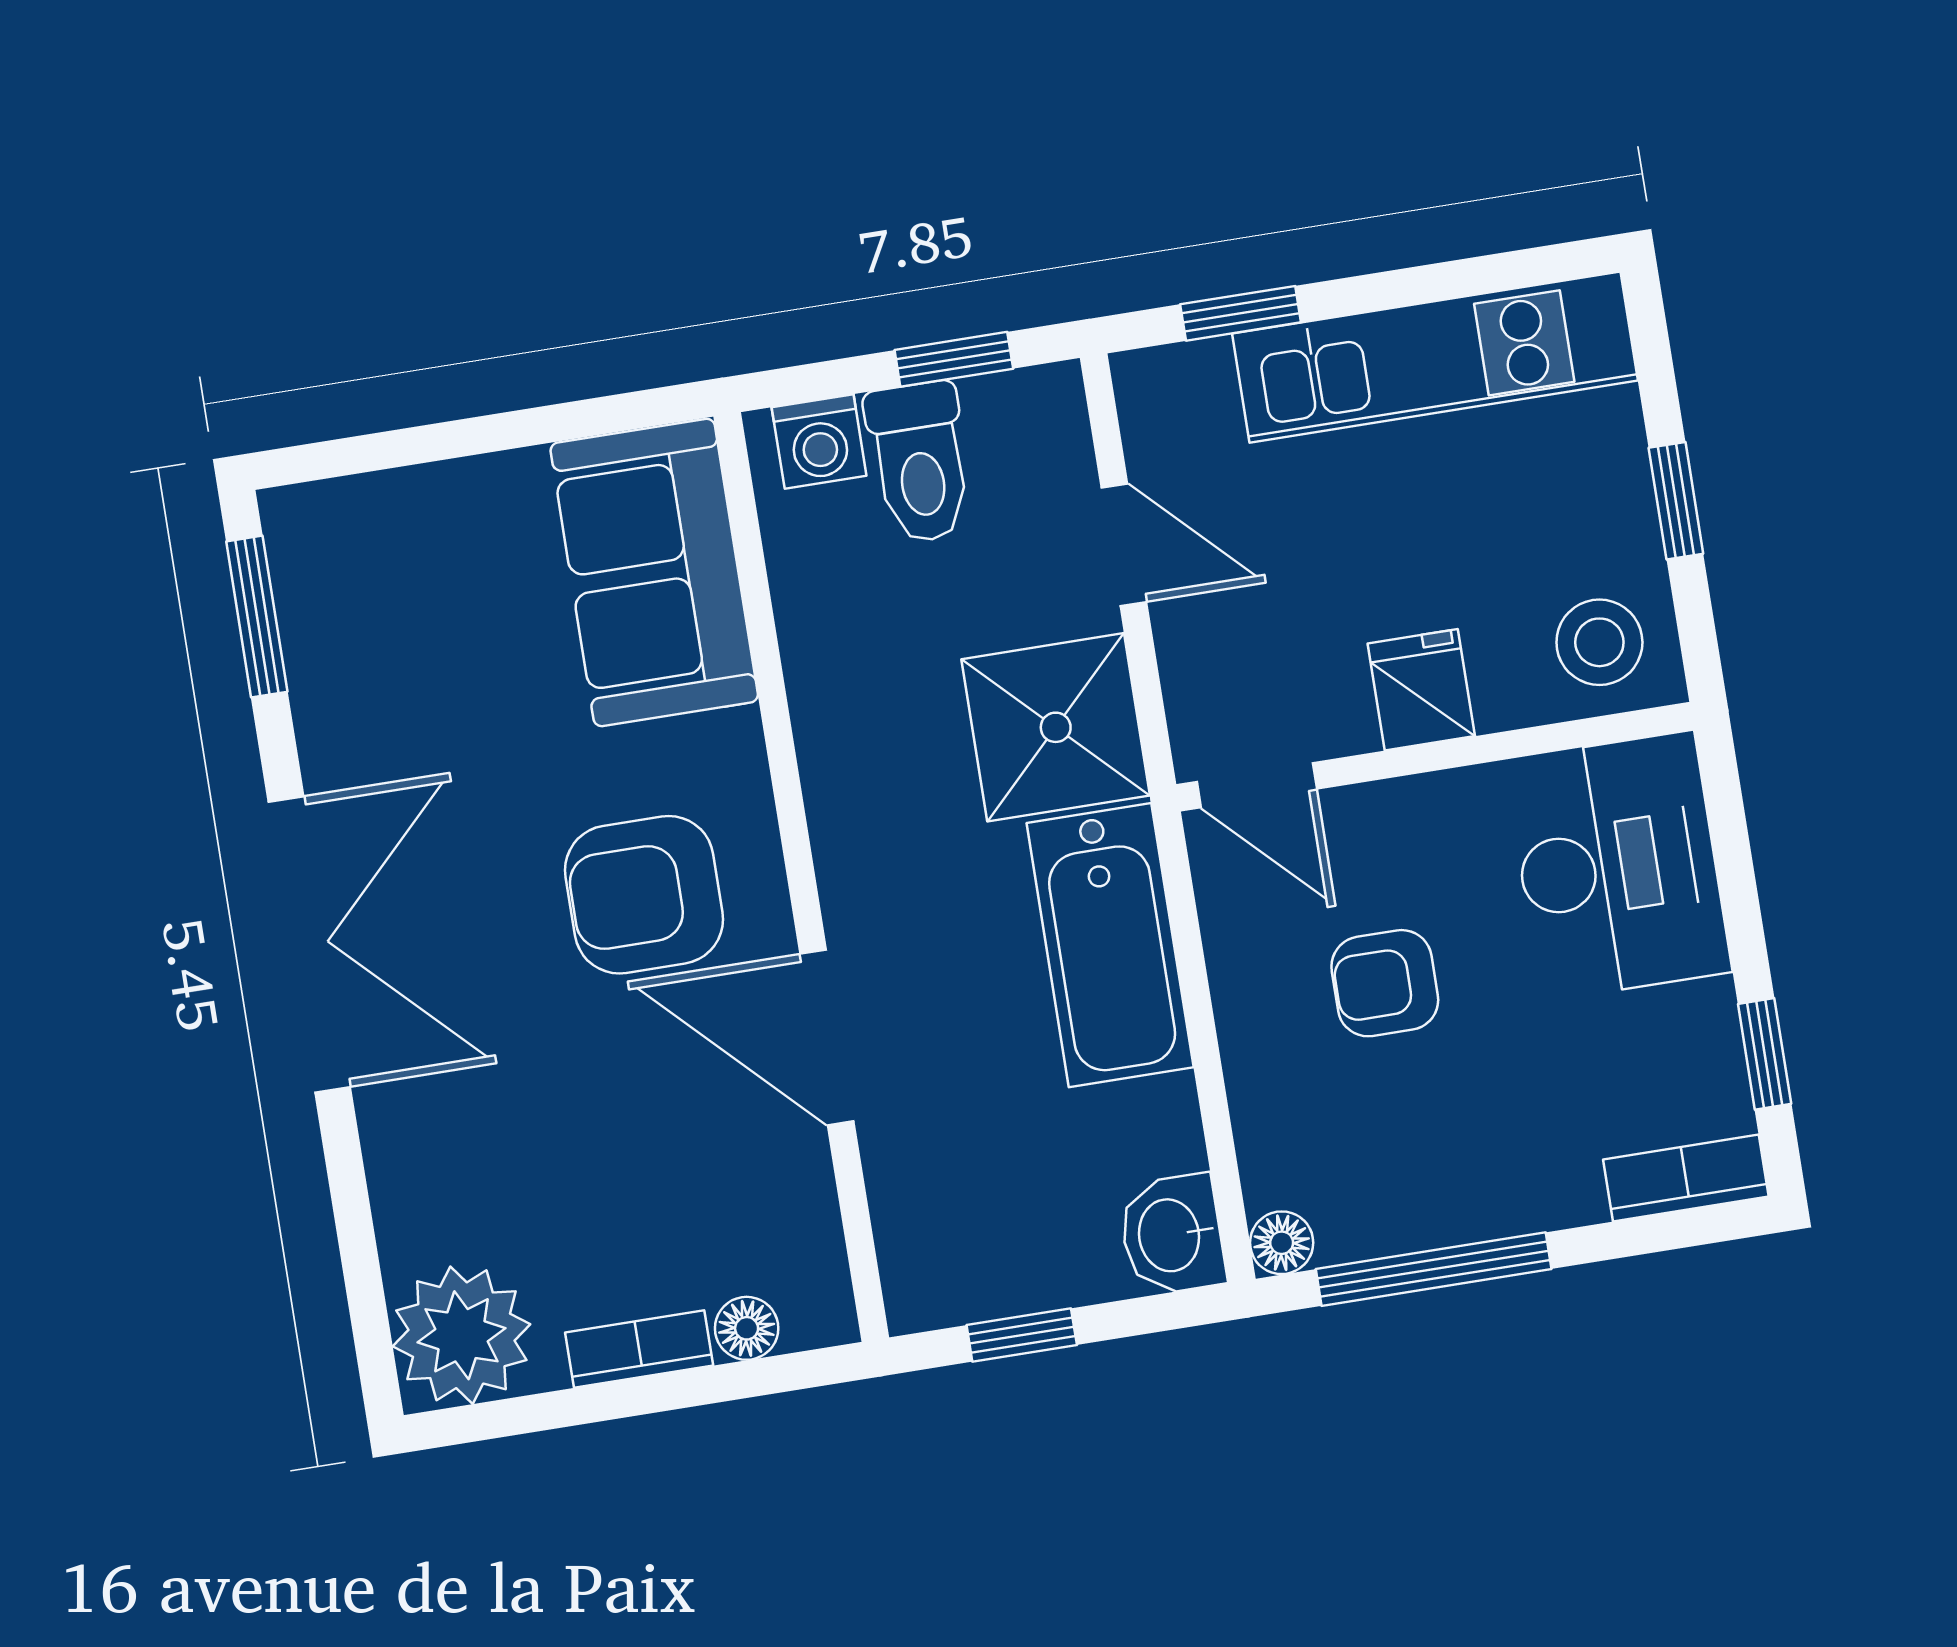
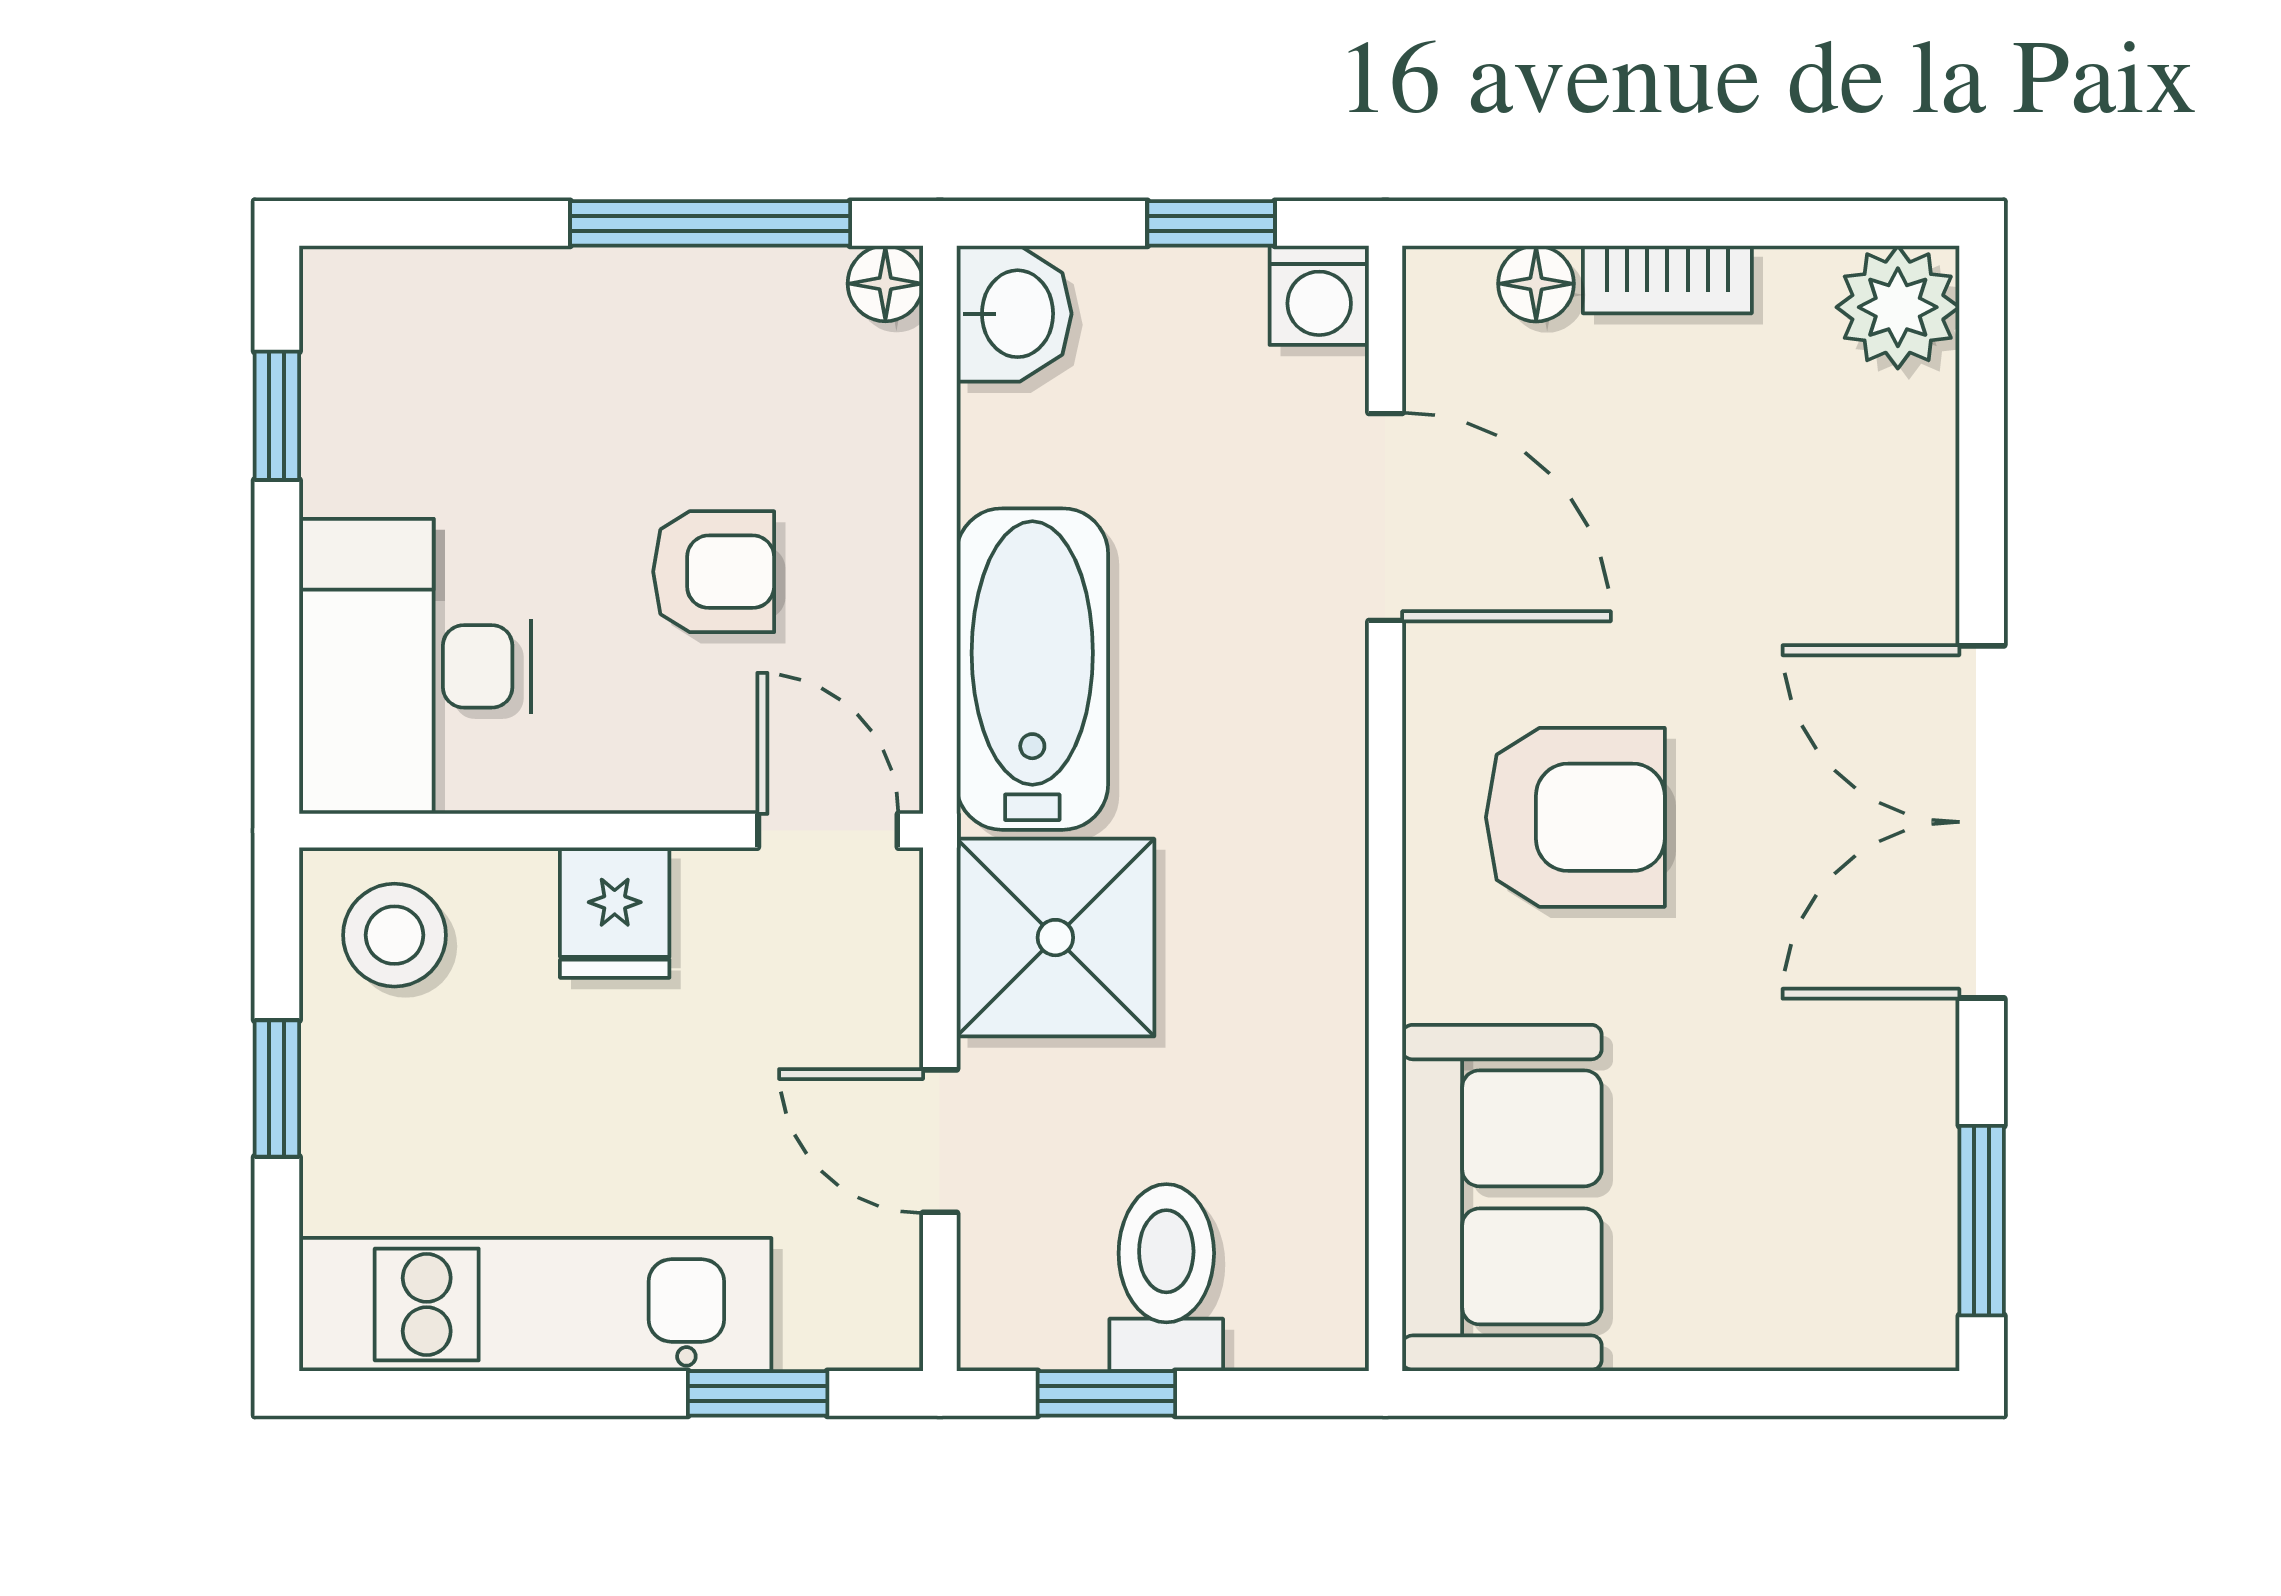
washing machine: (819, 442) -> (1319, 295), moved, turned 180
door: (827, 1038) -> (1385, 517), moved
bookcase: (1686, 1178) -> (394, 284), removed
plant: (461, 1335) -> (1898, 307), width x0.73, depth x0.73

